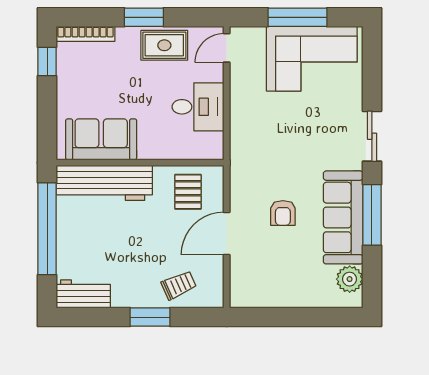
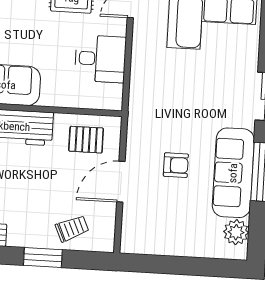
pallet: (188, 192) -> (86, 140), turned 90
armchair: (283, 213) -> (176, 165), turned -90

